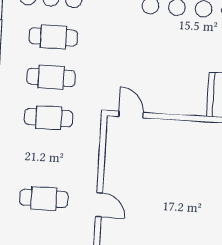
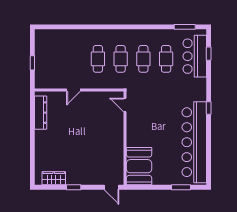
door: (131, 115) -> (125, 105), swing flipped
cafe table: (44, 198) -> (98, 59), moved

